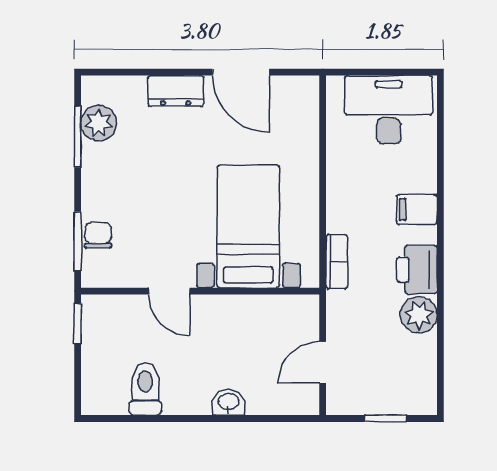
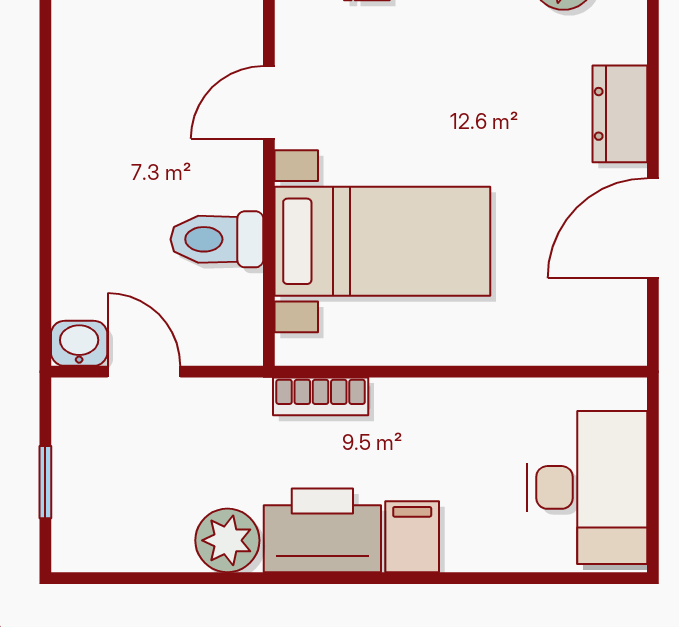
printer: (417, 270) -> (322, 530), width x1.37, depth x1.19
toilet: (145, 389) -> (217, 239), moved, turned 180
washbasin: (229, 402) -> (79, 343), moved, turned -90

